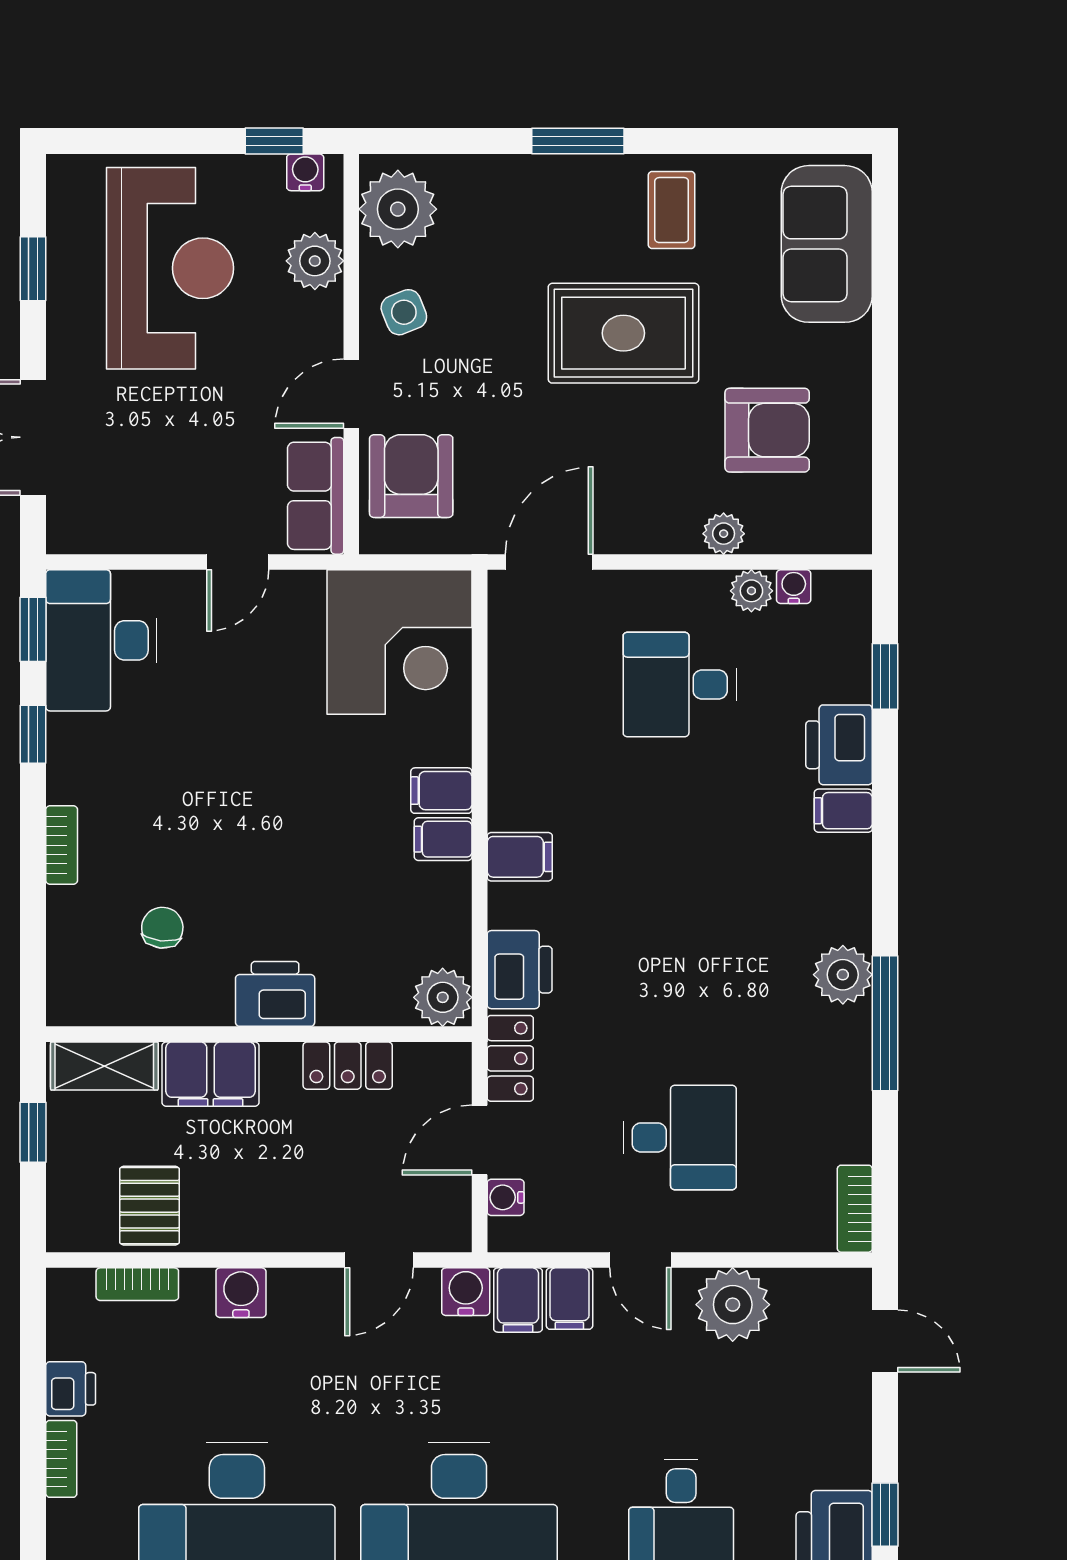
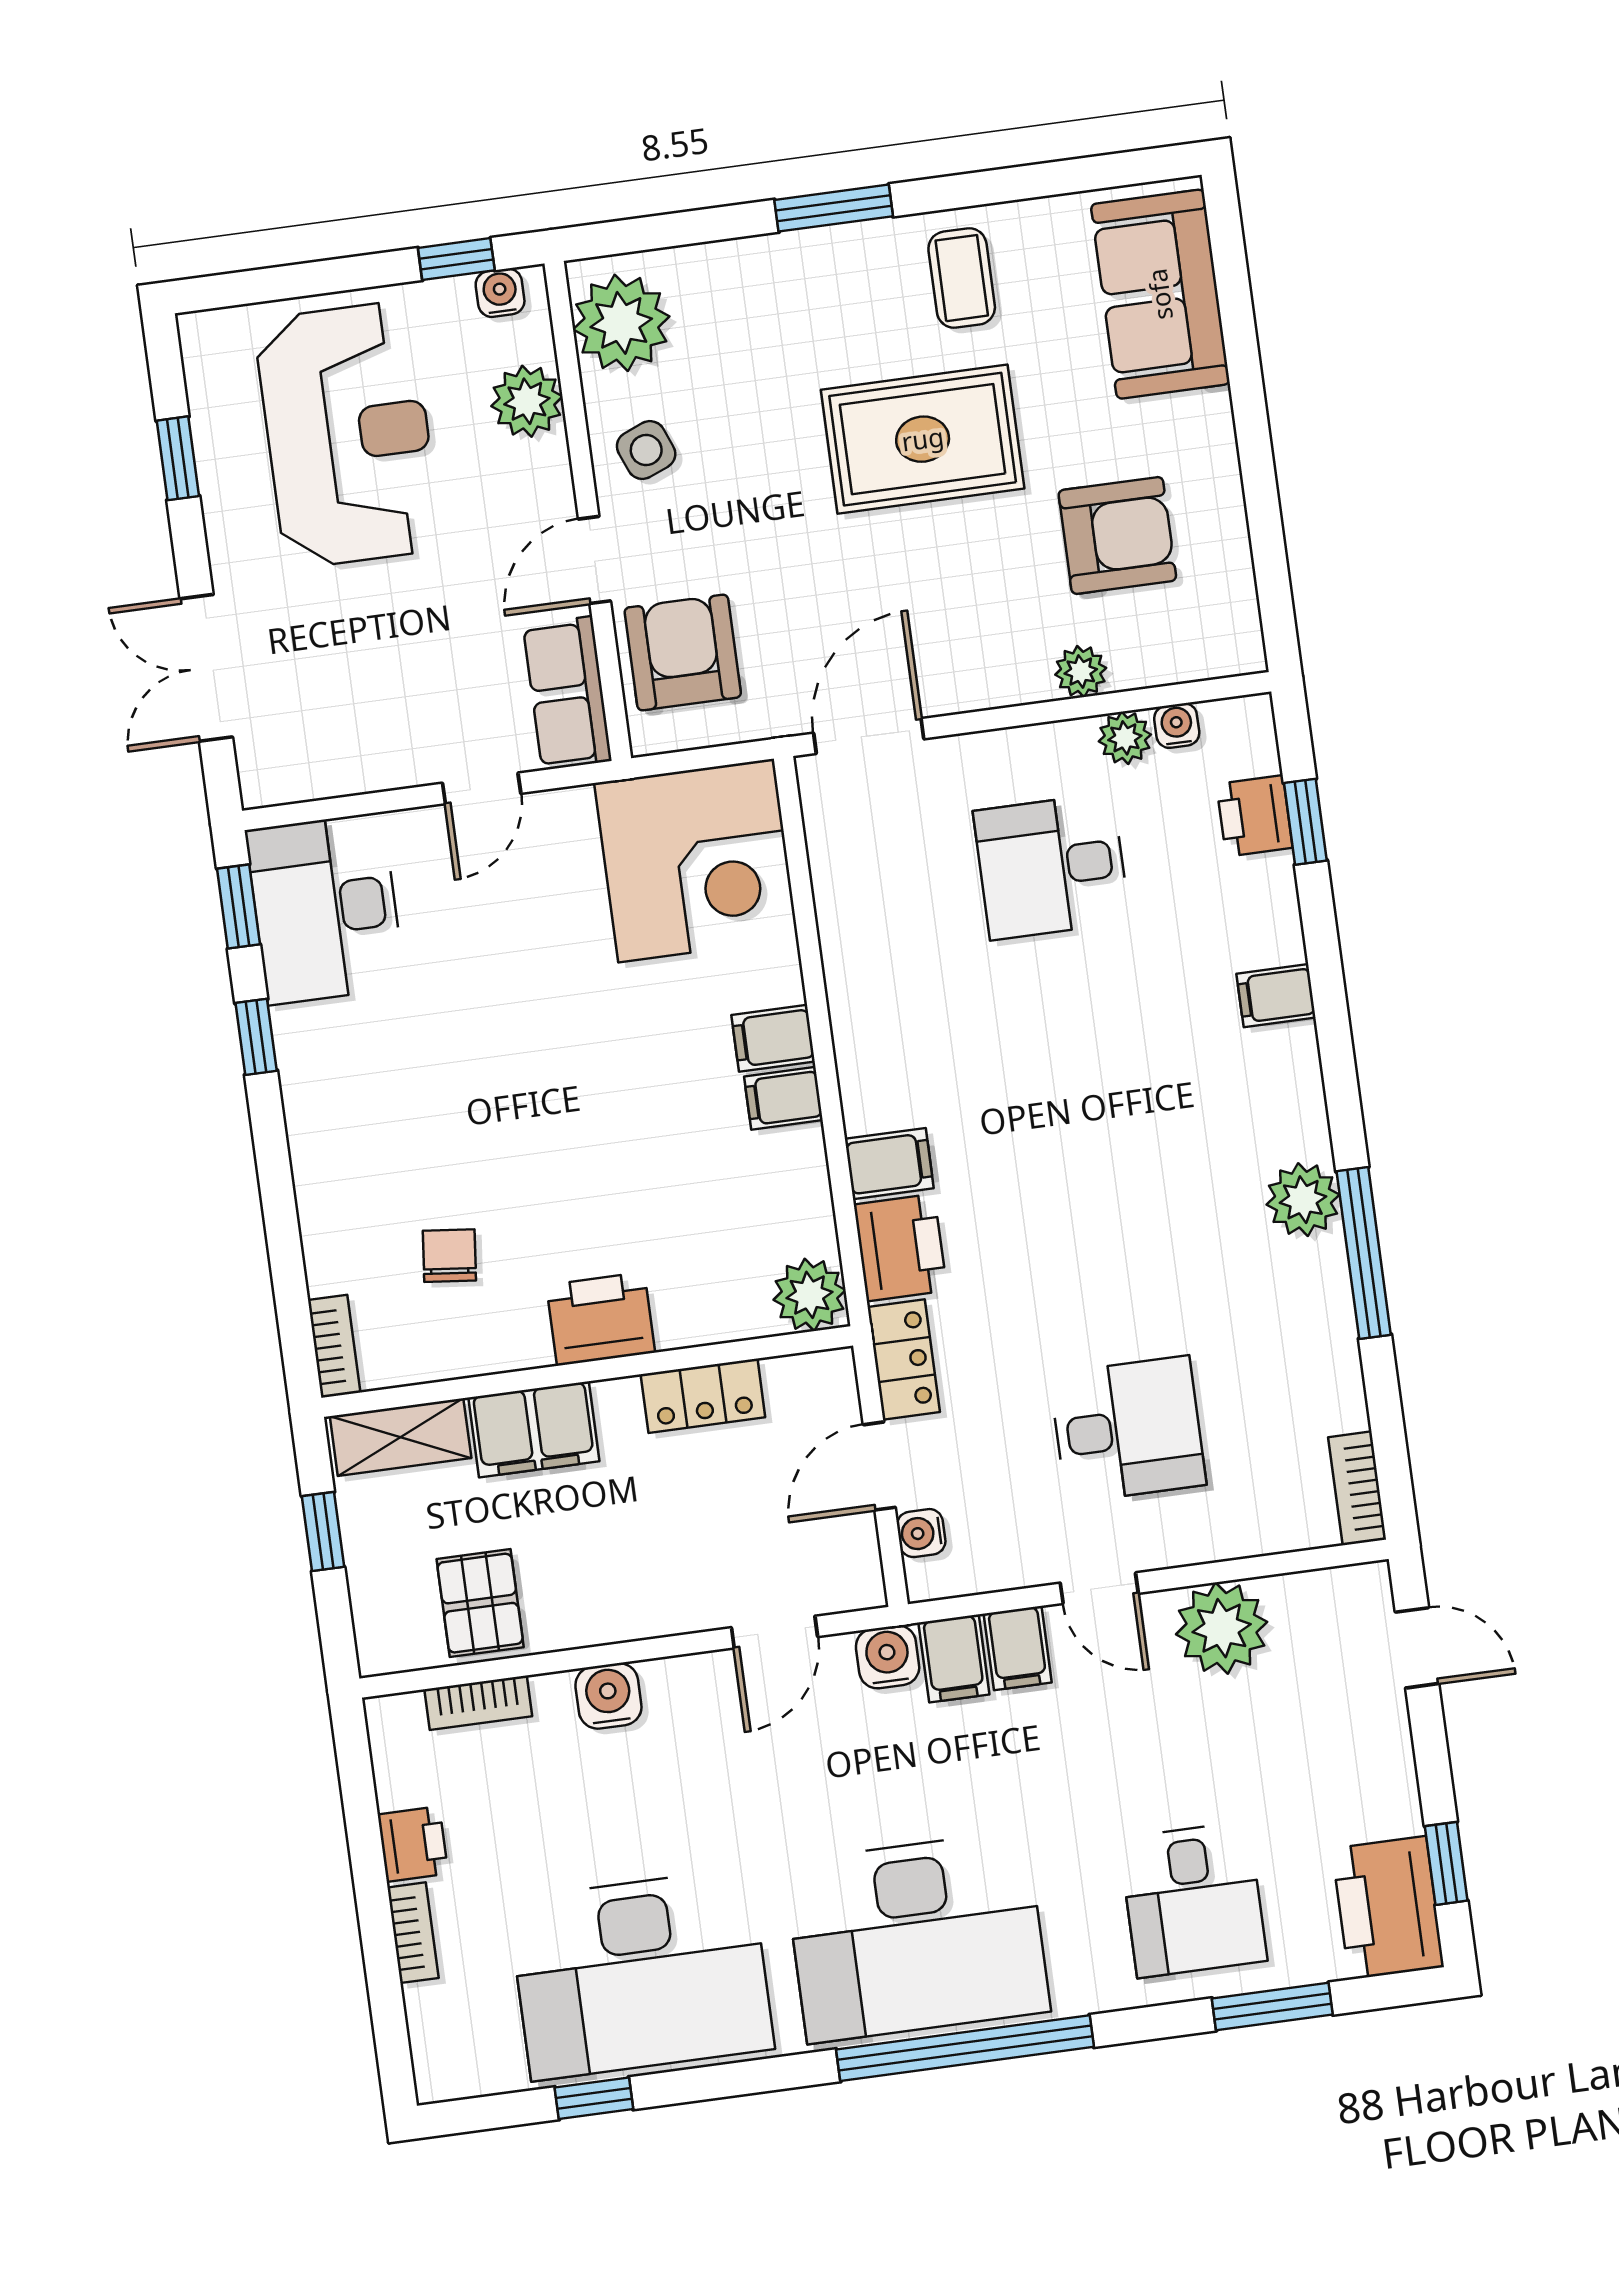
printer: (839, 745) -> (1255, 816), moved, width x0.73, depth x0.81
bookcase: (62, 845) -> (334, 1346), moved
filing cabinet: (520, 857) -> (889, 1164), moved

